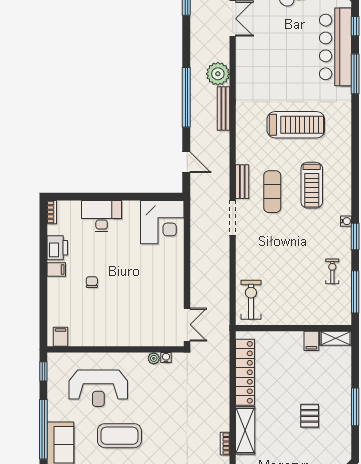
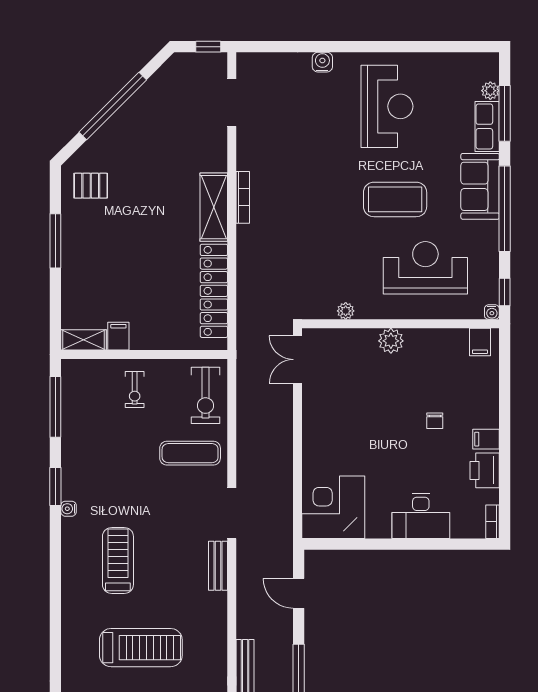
treadmill: (296, 125) -> (141, 648), turned 180
exercise mat: (272, 192) -> (190, 453), moved, turned 90
exercise bike: (332, 271) -> (135, 390), moved
plant: (122, 338) -> (391, 341), added
water cooler: (166, 358) -> (492, 312), moved
pallet: (310, 416) -> (91, 186), moved, turned 90
bookcase: (225, 444) -> (243, 197), width x1.56

